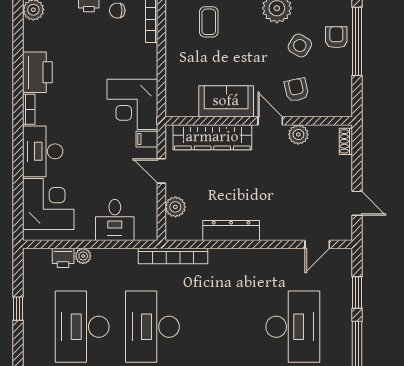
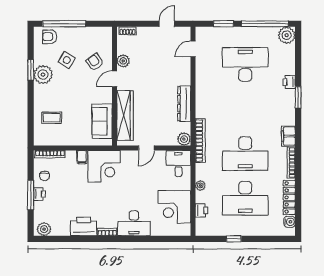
armchair: (336, 37) -> (50, 37), moved
armchair: (296, 90) -> (95, 62), turned 67
sofa: (226, 101) -> (102, 121), moved
filing cabinet: (147, 139) -> (82, 157), moved
corner desk: (48, 204) -> (174, 207), moved, turned -90
plant: (175, 207) -> (184, 139), moved
desk: (115, 220) -> (178, 163), moved, turned -90
door: (317, 244) -> (193, 49), swing flipped
plant: (83, 256) -> (200, 186), moved

